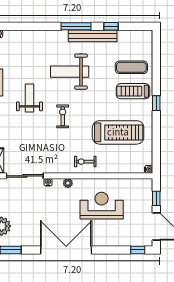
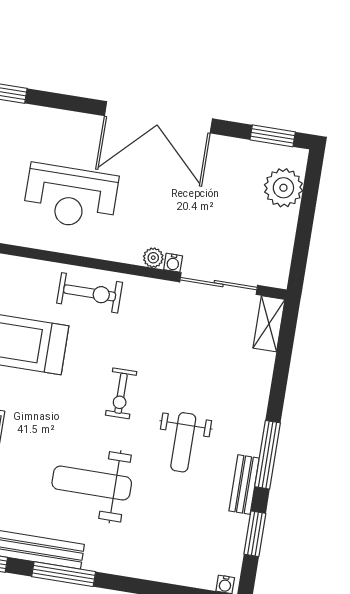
weight bench: (70, 72) -> (92, 483), turned 180
exercise bike: (85, 162) -> (90, 293), width x1.38, depth x1.39
plant: (68, 183) -> (153, 258), moved

